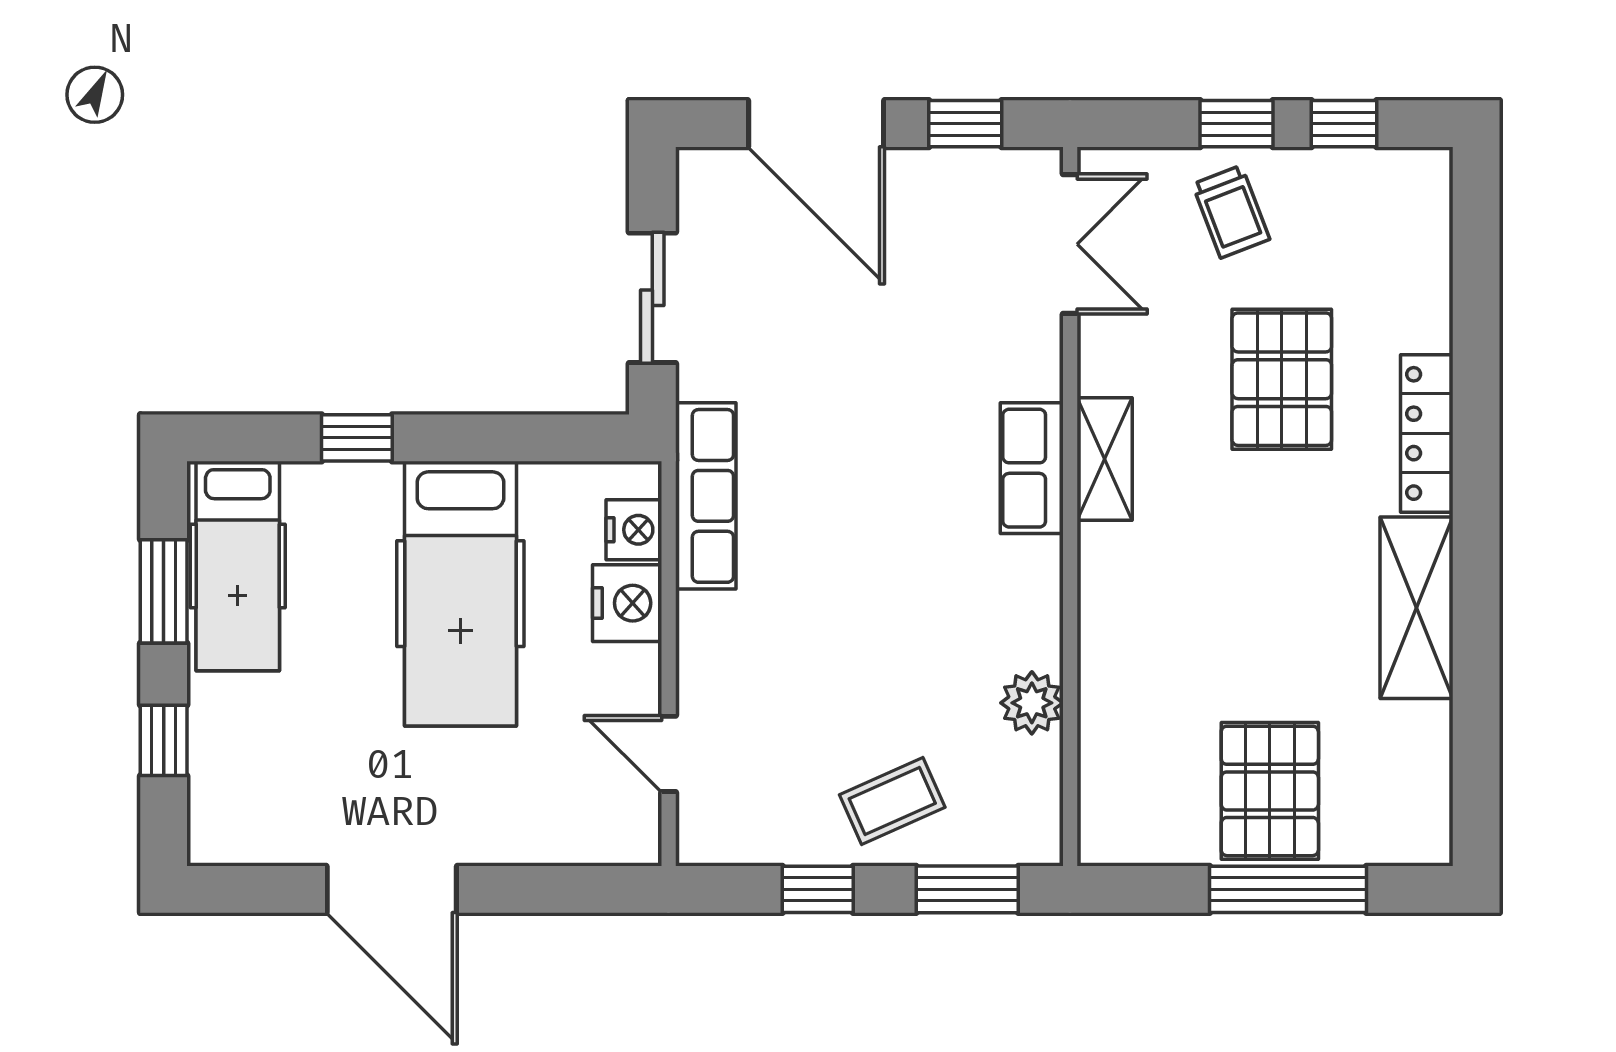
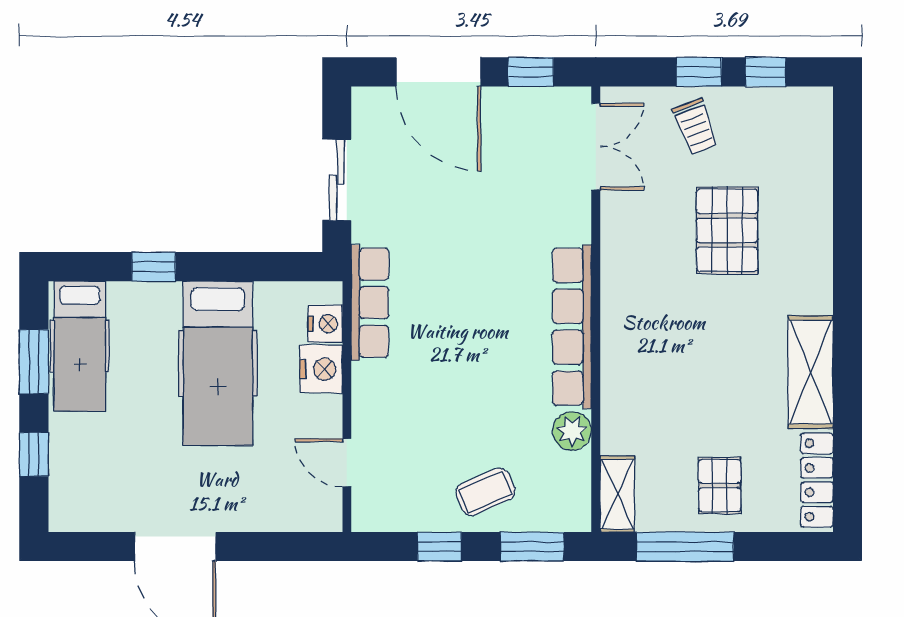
locker: (1427, 433) -> (817, 480), moved
shelving: (1105, 459) -> (617, 494), moved
row of seats: (1032, 468) -> (572, 327), width x2.02
pallet: (1270, 791) -> (720, 486), width x0.67, depth x0.71
window: (1288, 889) -> (685, 547), moved

